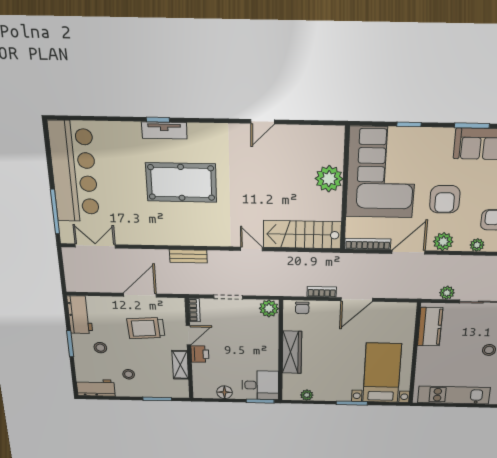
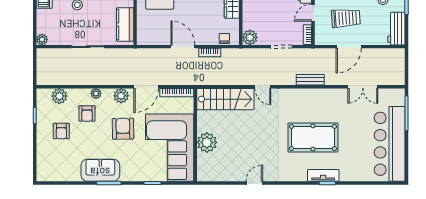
double door: (95, 246) -> (363, 87), moved
plant: (447, 293) -> (115, 54), removed
door: (357, 300) -> (183, 47), hinge flipped

